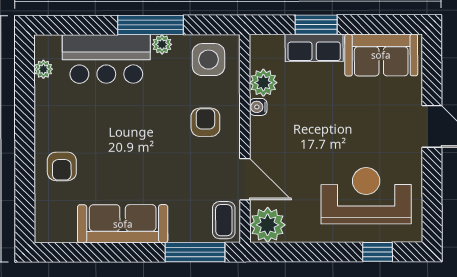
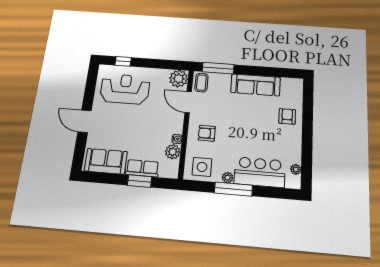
armchair: (205, 122) -> (207, 133), turned 90
reception desk: (366, 196) -> (125, 89), turned 180

